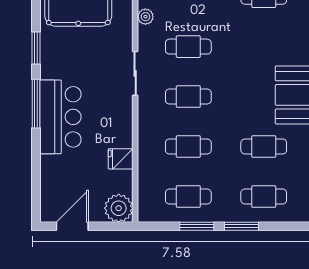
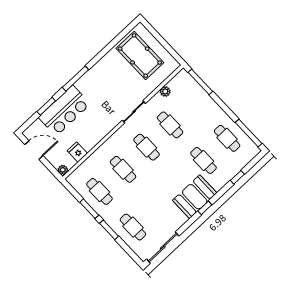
window: (36, 48) -> (46, 106), moved
bar counter: (60, 117) -> (64, 111), moved
cafe table: (264, 147) -> (204, 160), moved
fridge: (121, 159) -> (77, 152), moved
plant: (119, 208) -> (63, 170), width x0.53, depth x0.53

